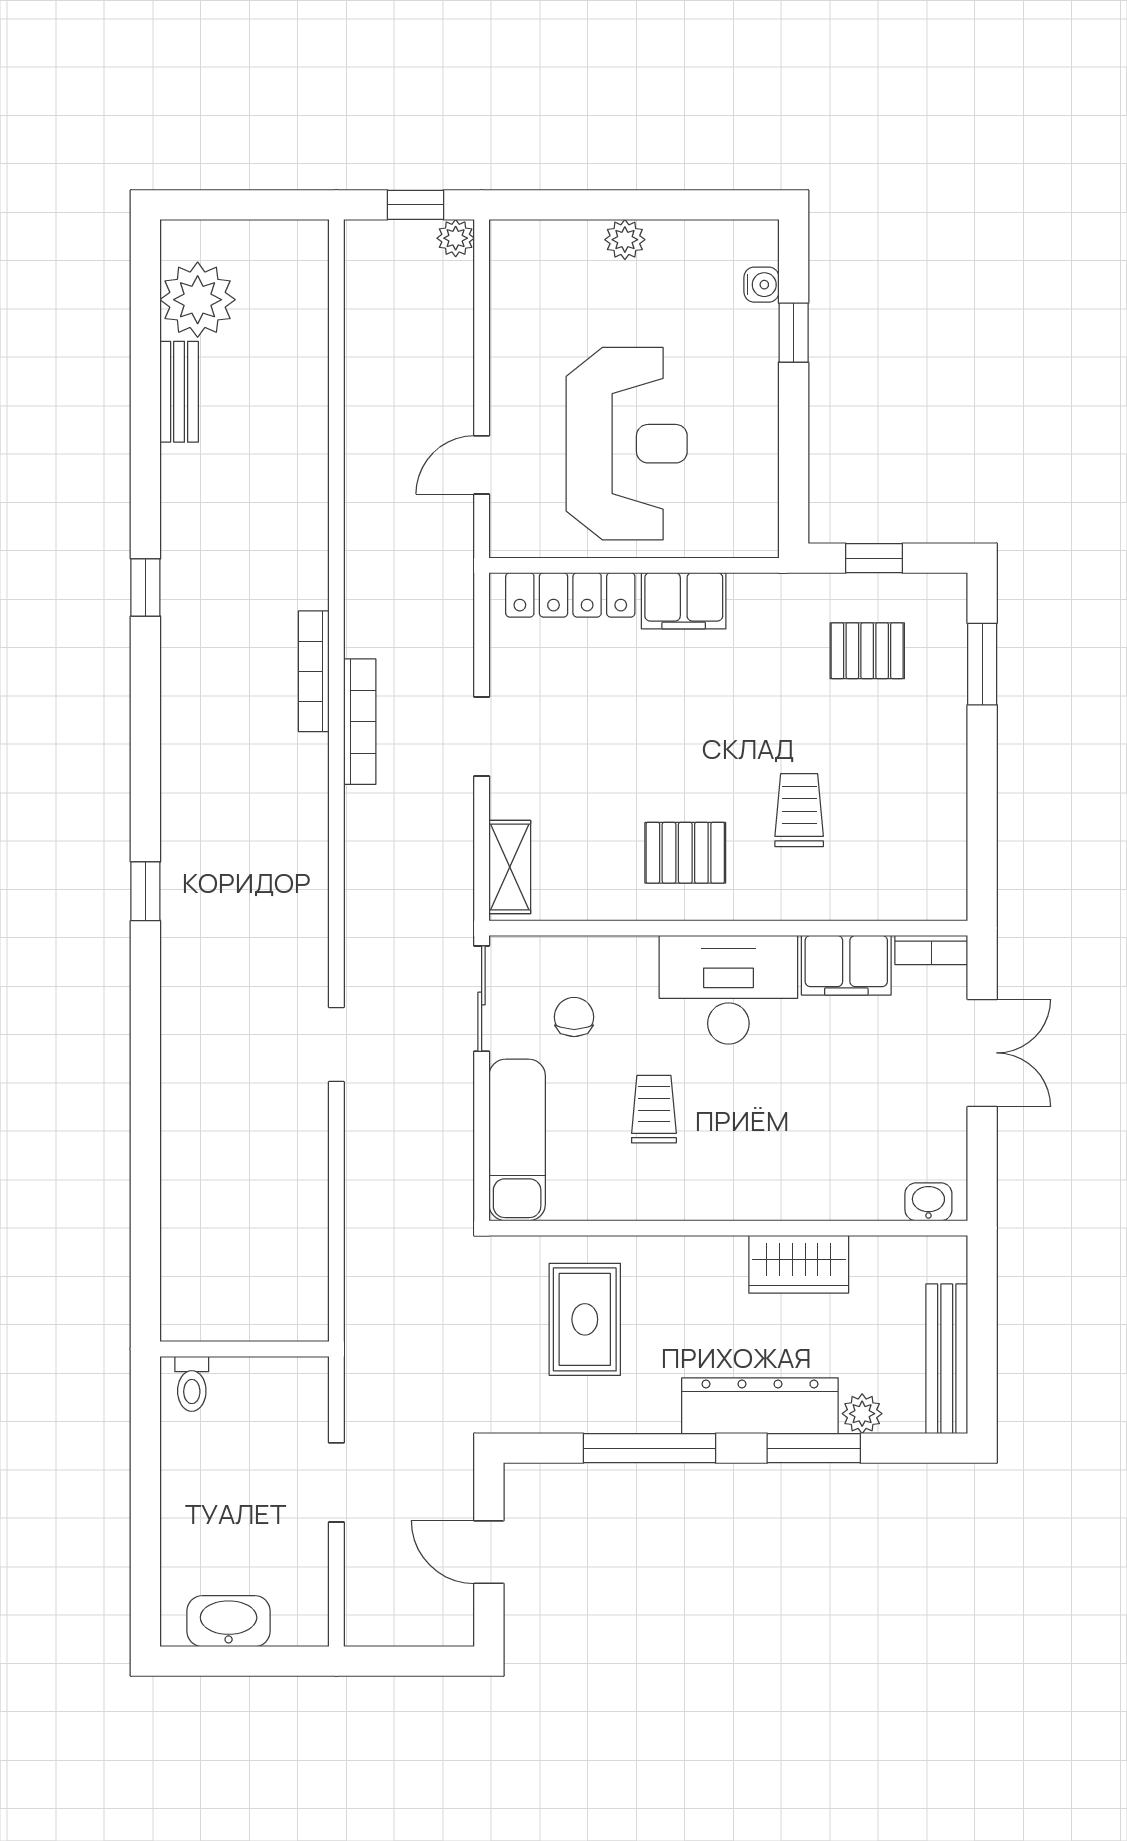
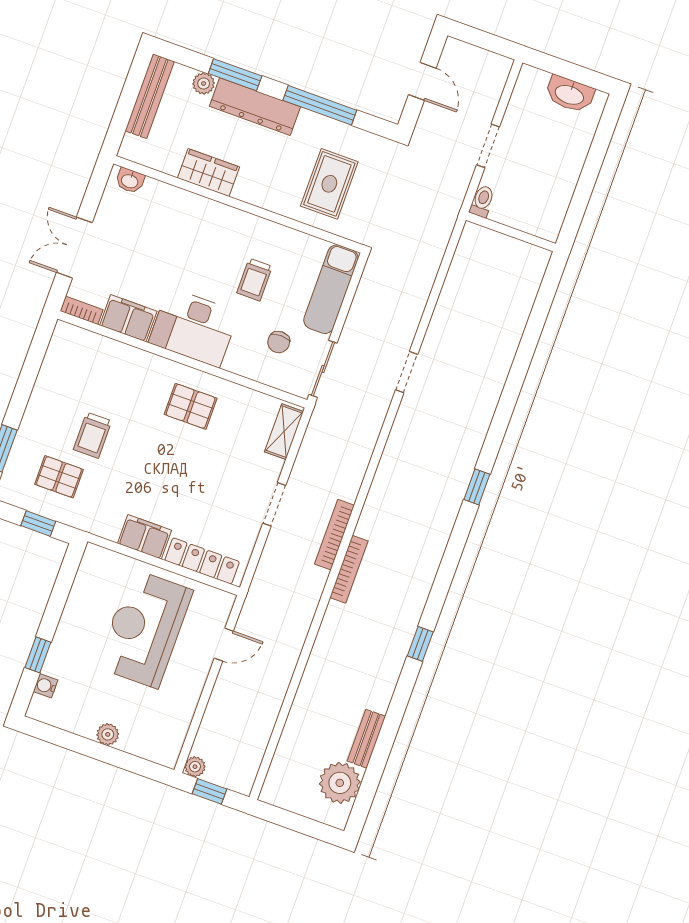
trolley: (799, 810) -> (93, 435), moved
toilet: (192, 1384) -> (482, 201), moved

